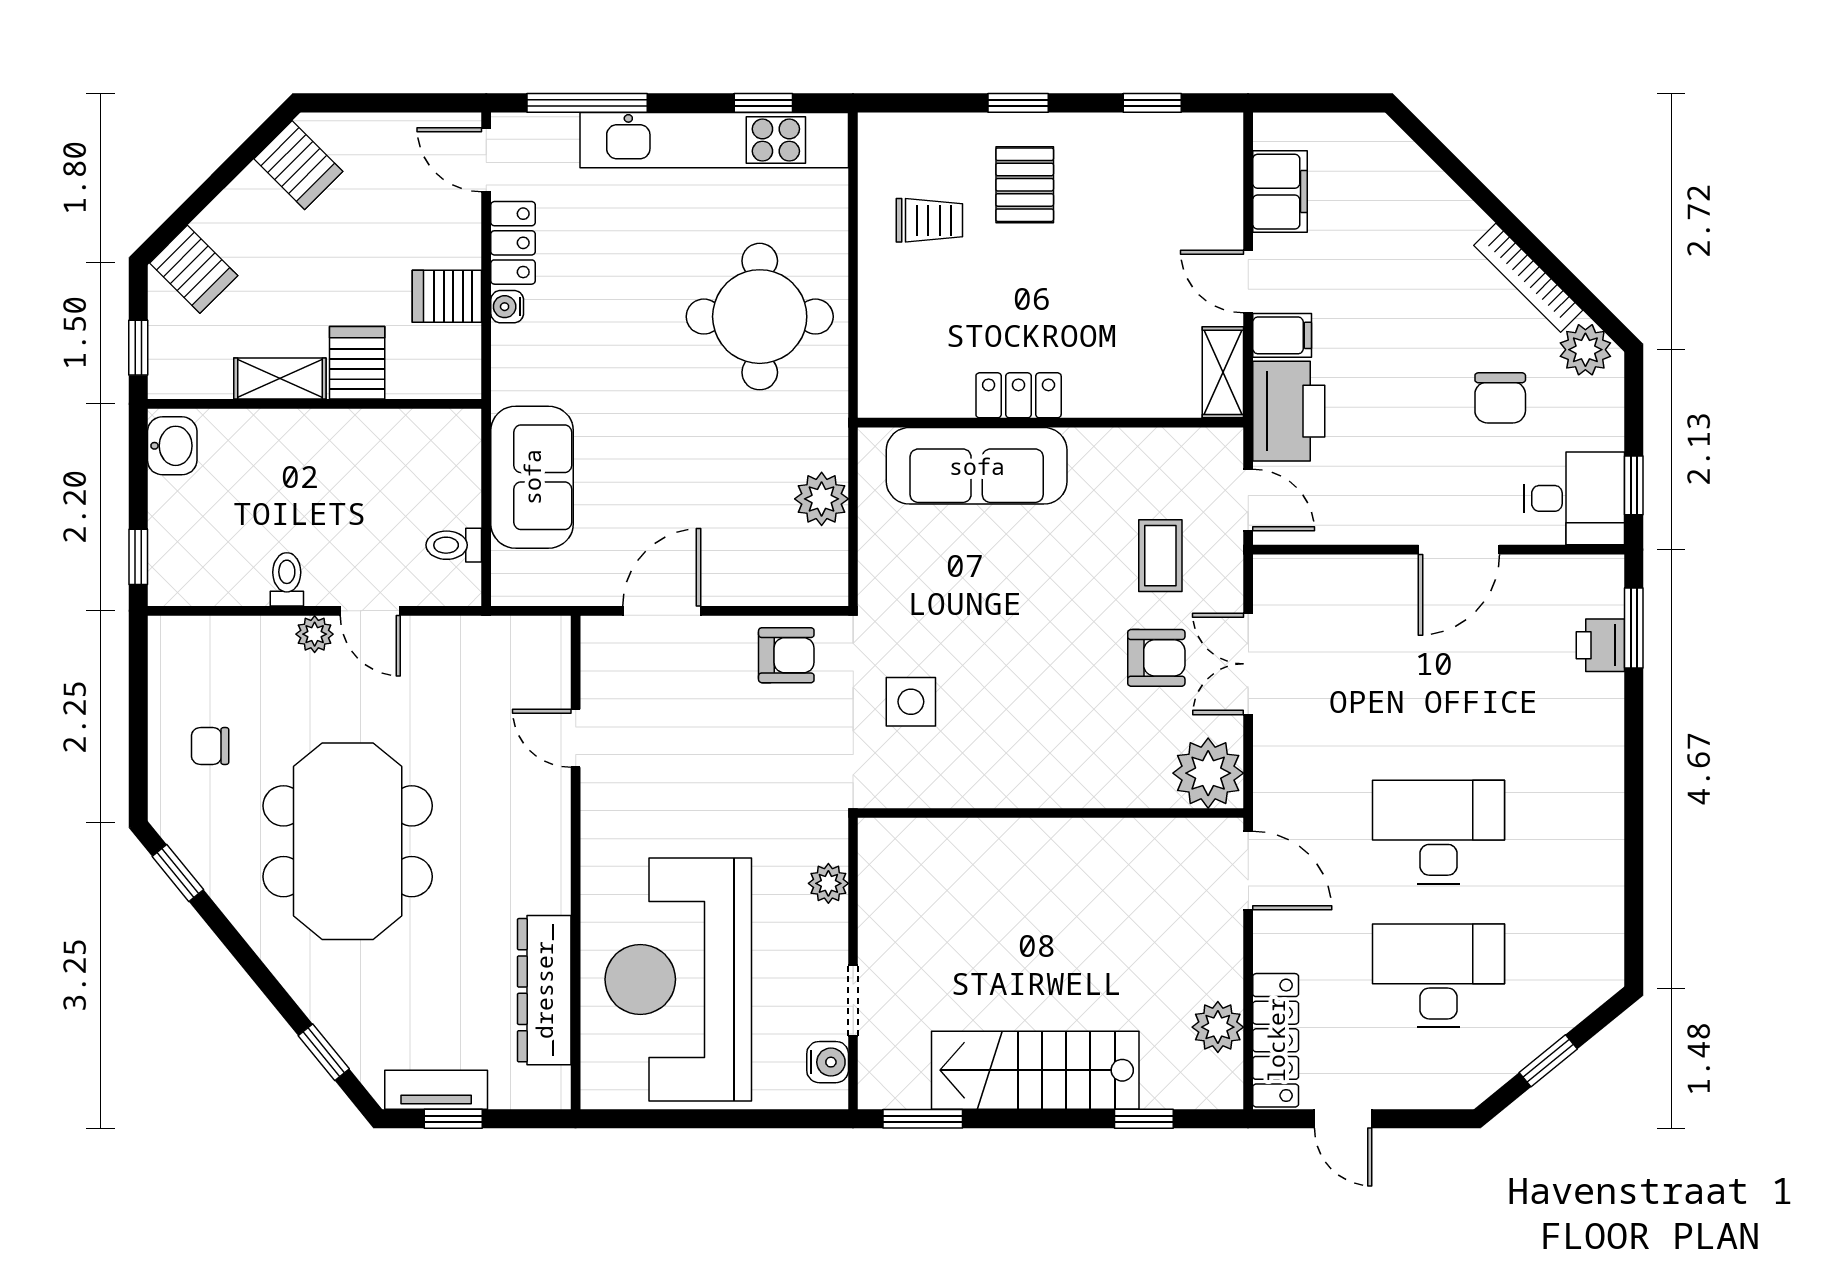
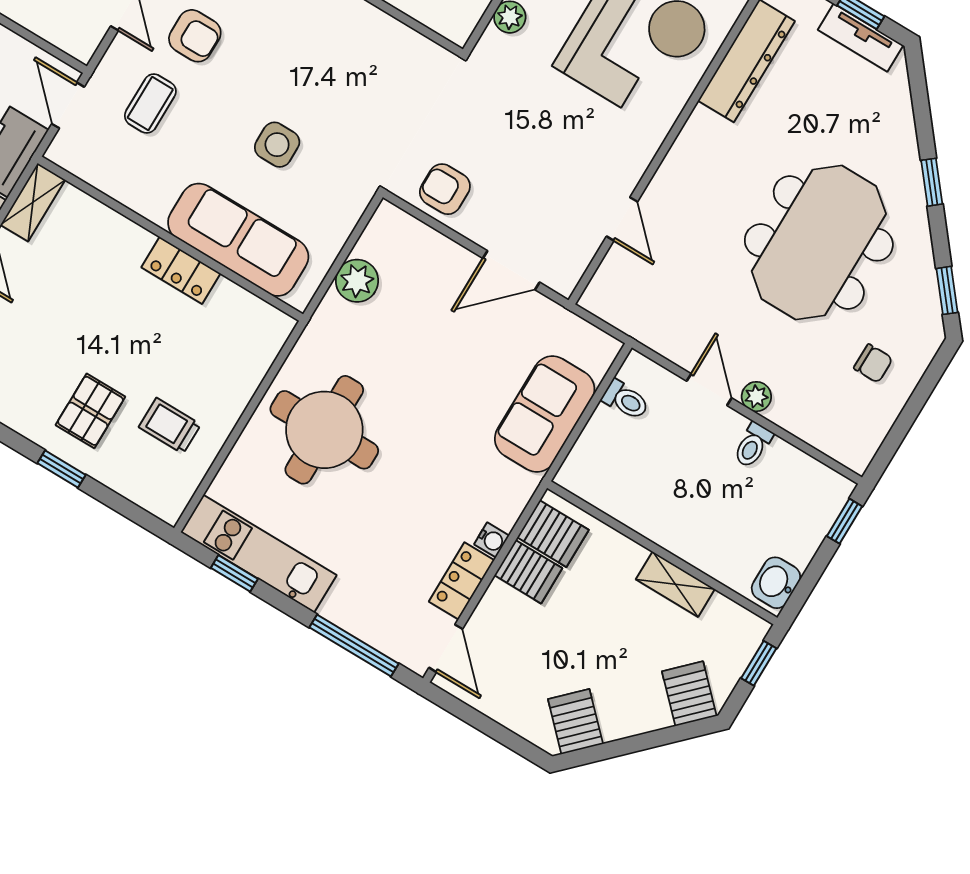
kitchen unit: (714, 140) -> (259, 554), width x0.73
server rack: (357, 363) -> (553, 534), moved, turned -90
armchair: (1156, 658) -> (195, 36), turned 180
side table: (911, 702) -> (277, 145), moved
window: (324, 1052) -> (932, 182), moved

